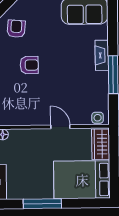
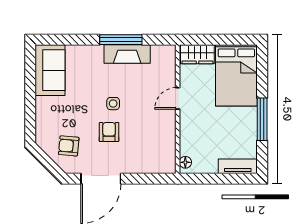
fireplace: (102, 55) -> (127, 54), moved, width x1.37, depth x1.32
side table: (98, 118) -> (113, 104), moved

